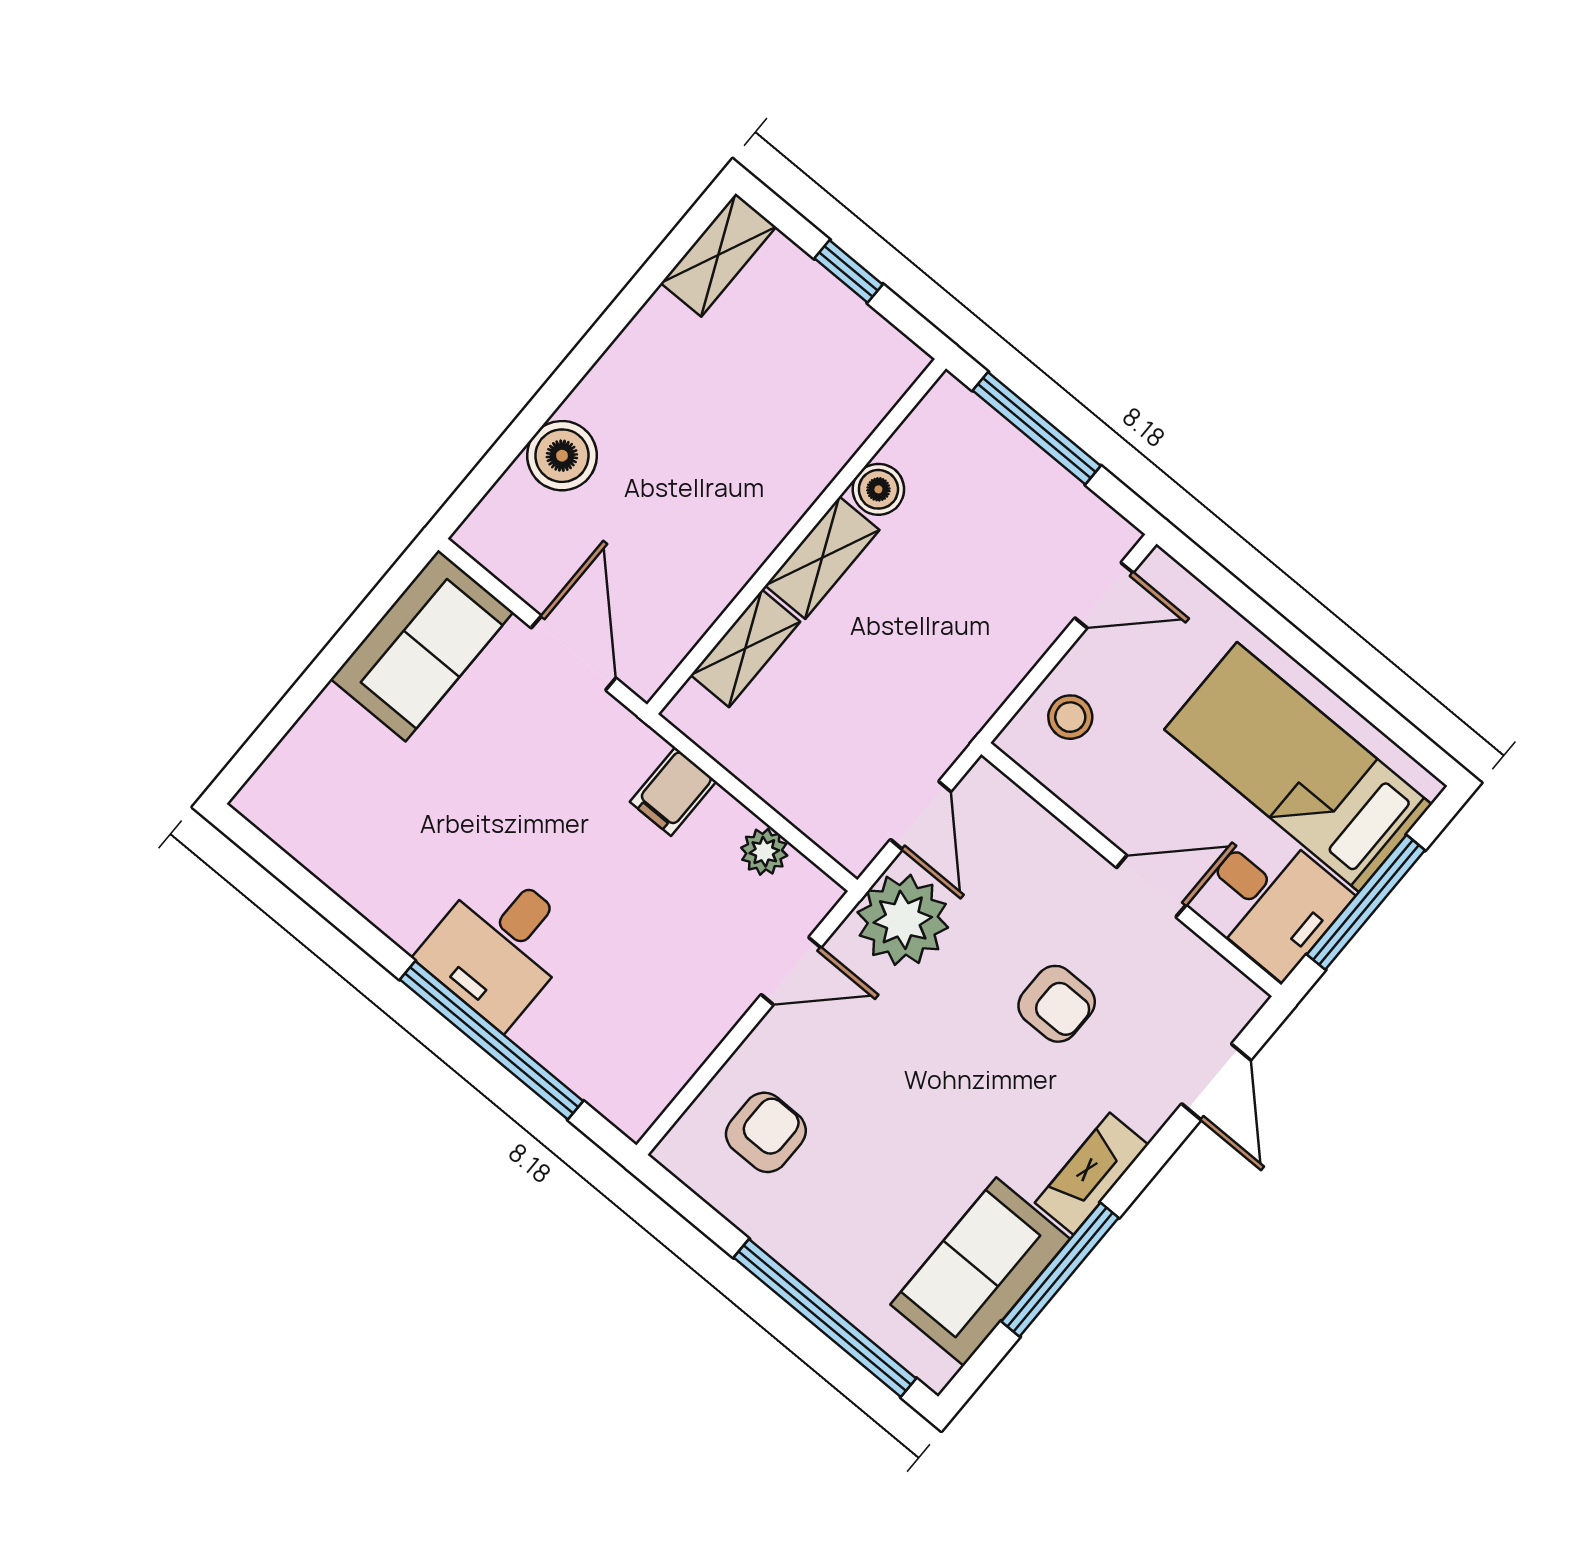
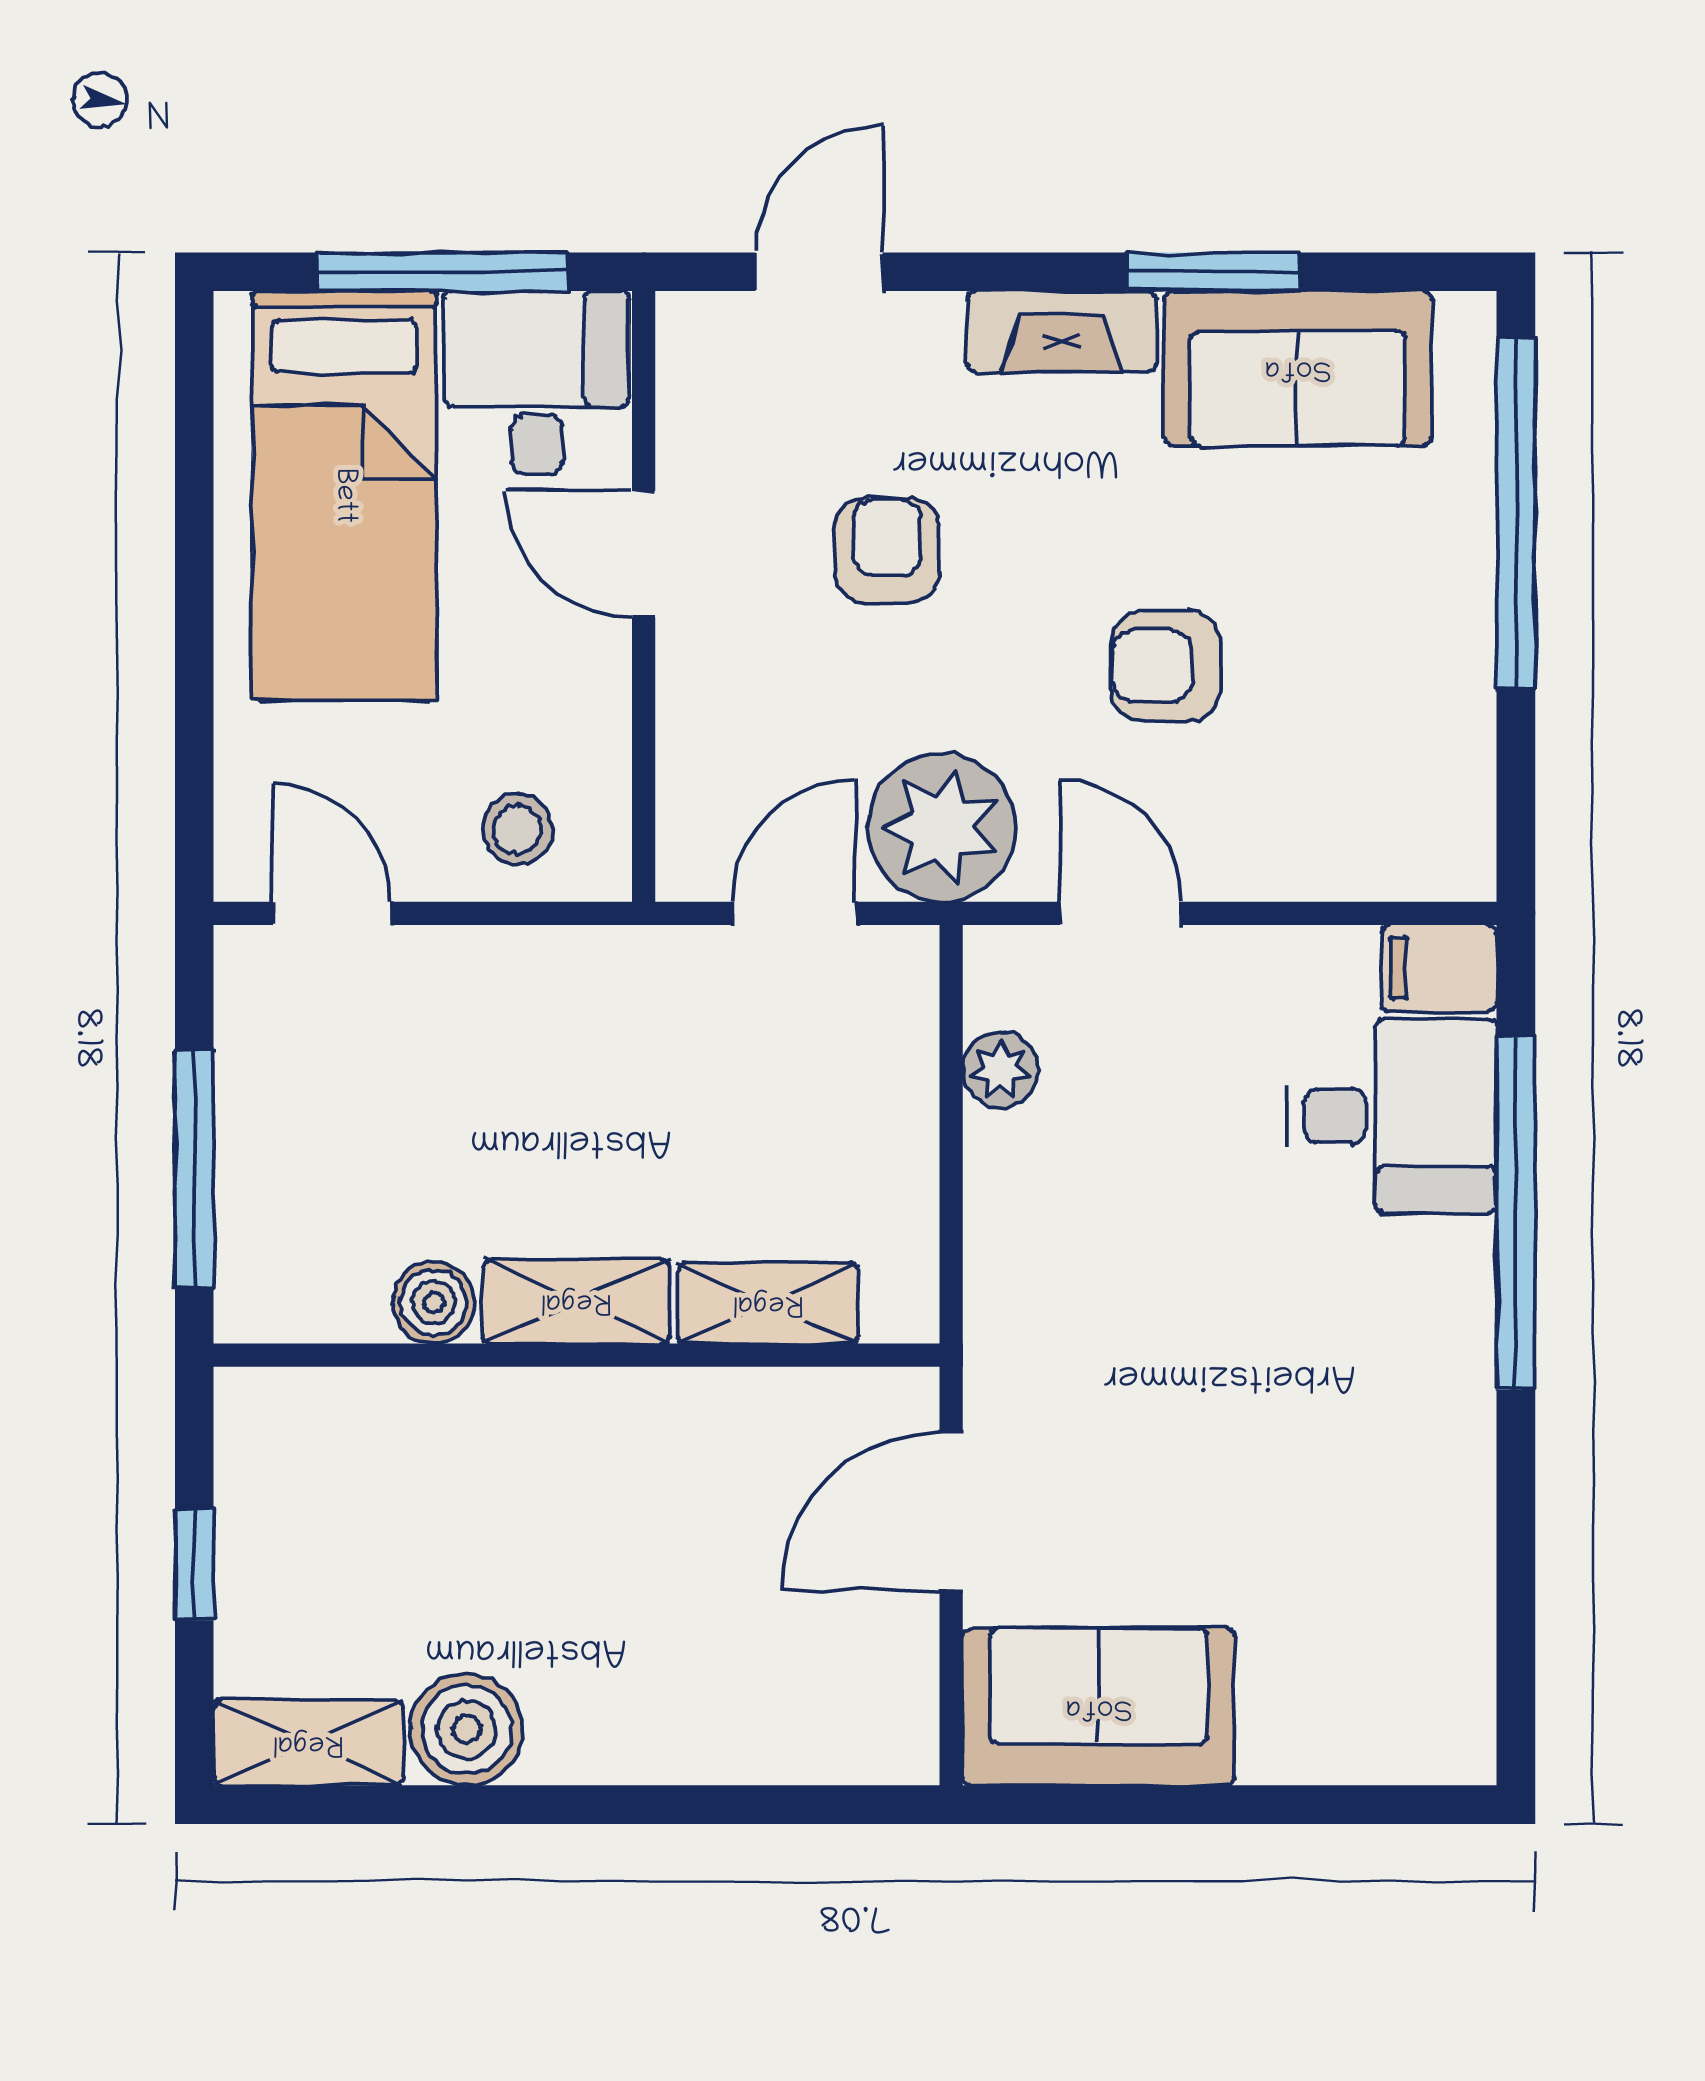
boiler: (562, 456) -> (467, 1729), moved
filing cabinet: (673, 792) -> (1439, 968), moved, turned 180
desk: (499, 946) -> (1392, 1116), moved
armchair: (766, 1132) -> (1165, 666), moved
window: (1060, 1270) -> (1213, 272), width x0.69

